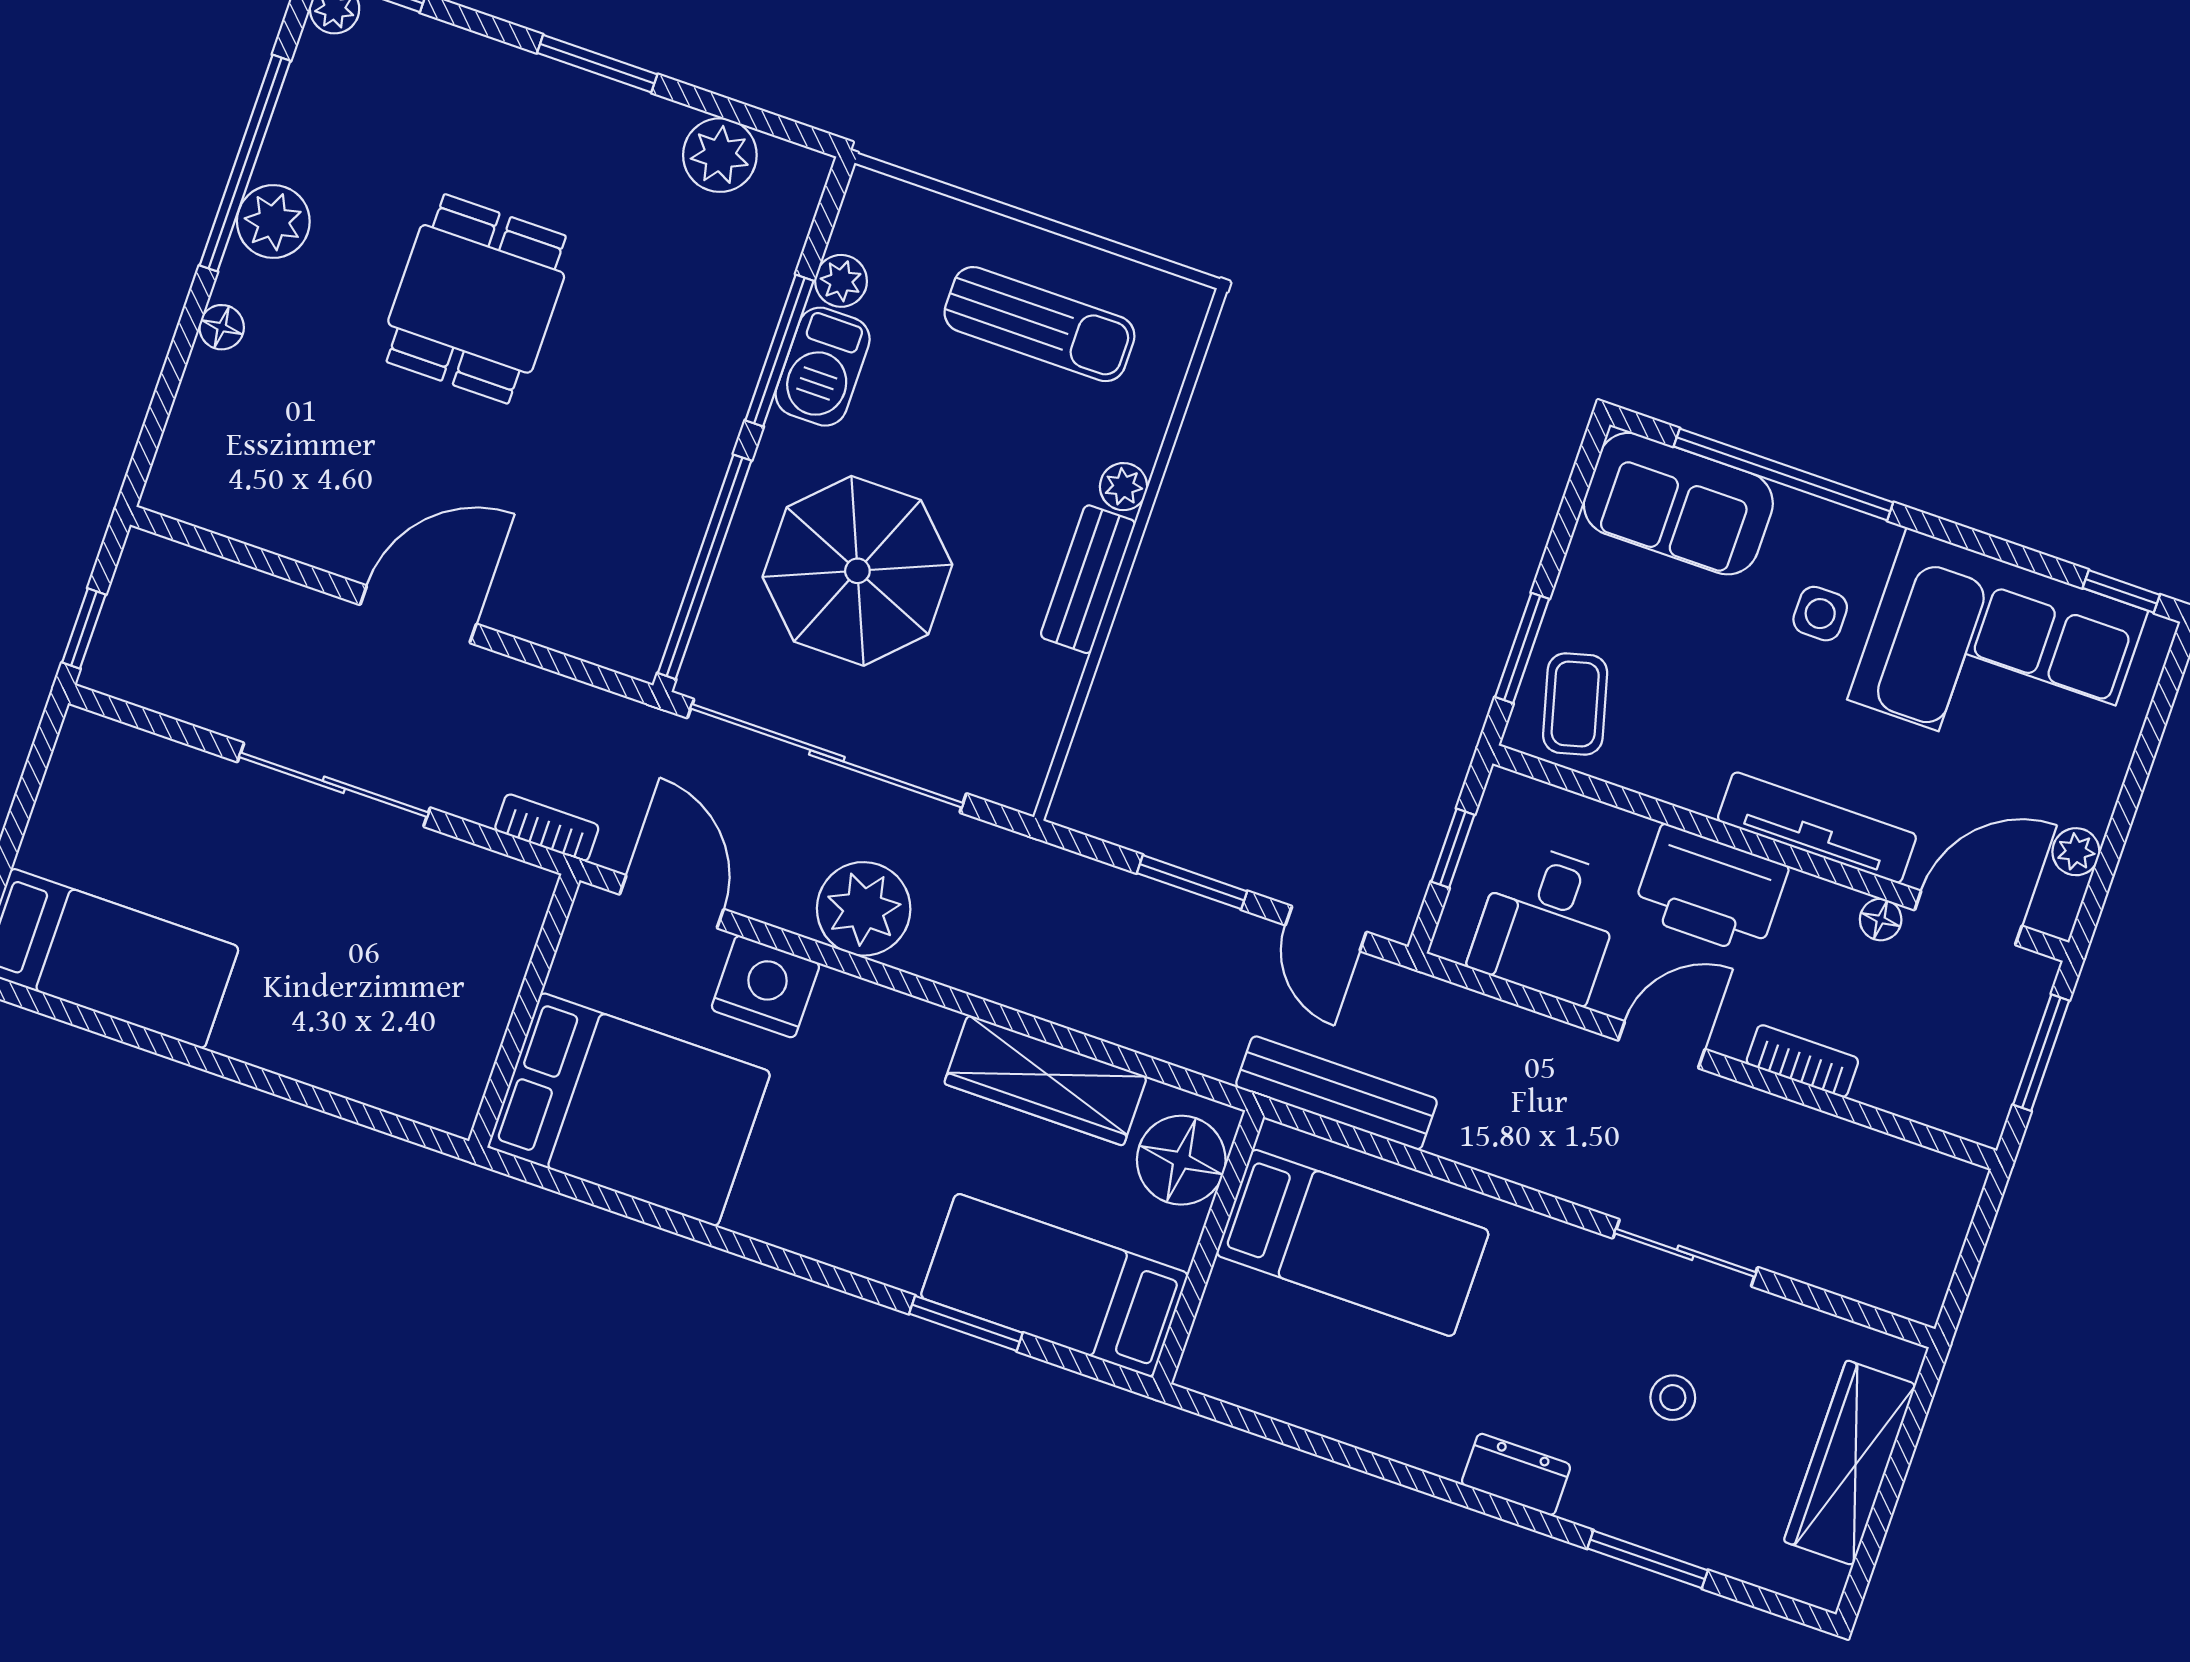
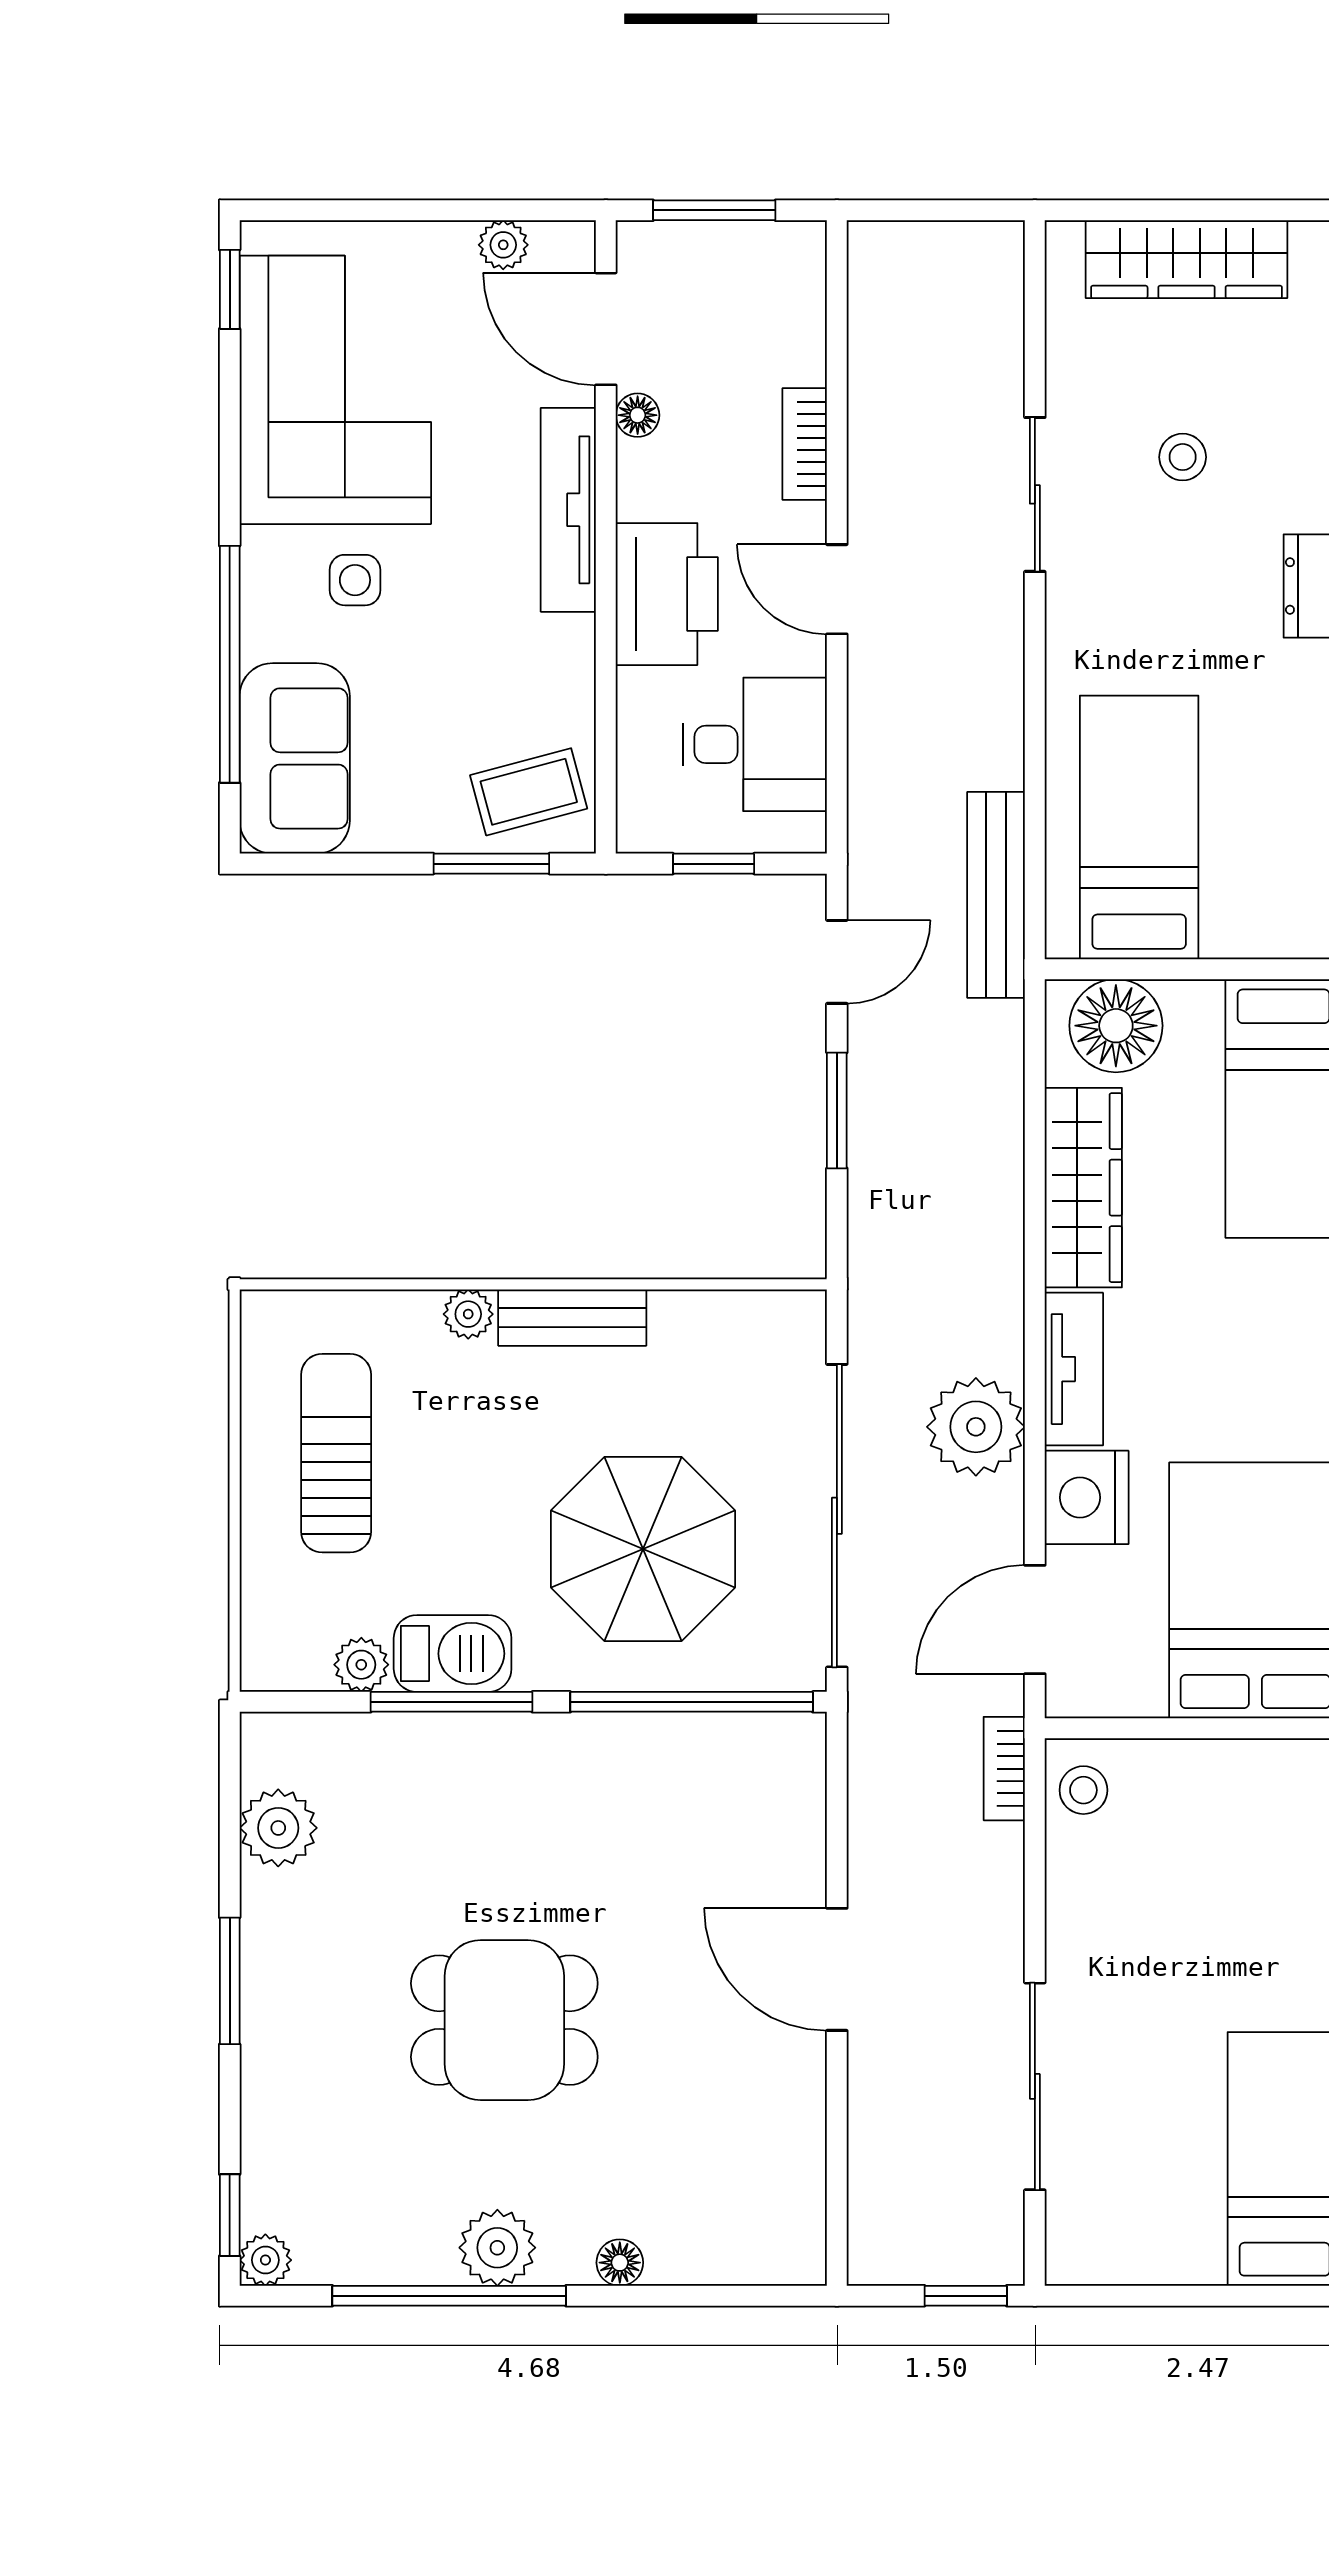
sliding door: (334, 785) -> (1035, 2086), moved
stool: (503, 892) -> (1083, 1790), added
tv unit: (885, 1015) -> (1074, 1369), added

